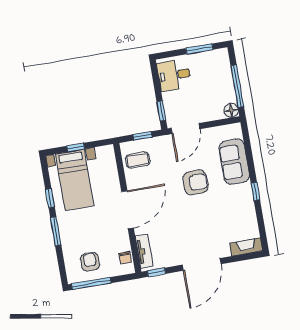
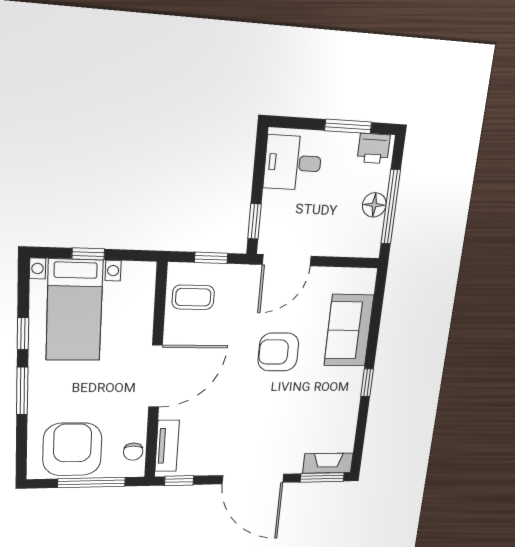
printer: (217, 57) -> (374, 148), added
floor lamp: (231, 110) -> (374, 205), moved
armchair: (195, 182) -> (278, 352), turned 180
window: (245, 257) -> (322, 477), added
armchair: (90, 262) -> (72, 449), width x1.88, depth x1.88
door: (202, 264) -> (253, 479), hinge flipped
window: (91, 284) -> (92, 483), moved

